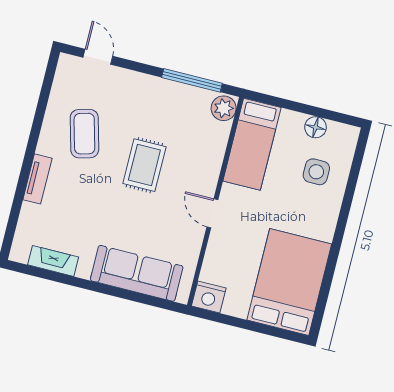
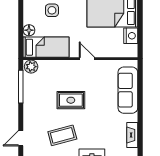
floor lamp: (316, 127) -> (29, 30), moved
door: (212, 213) -> (87, 59), swing flipped
nightstand: (209, 297) -> (131, 36), moved

